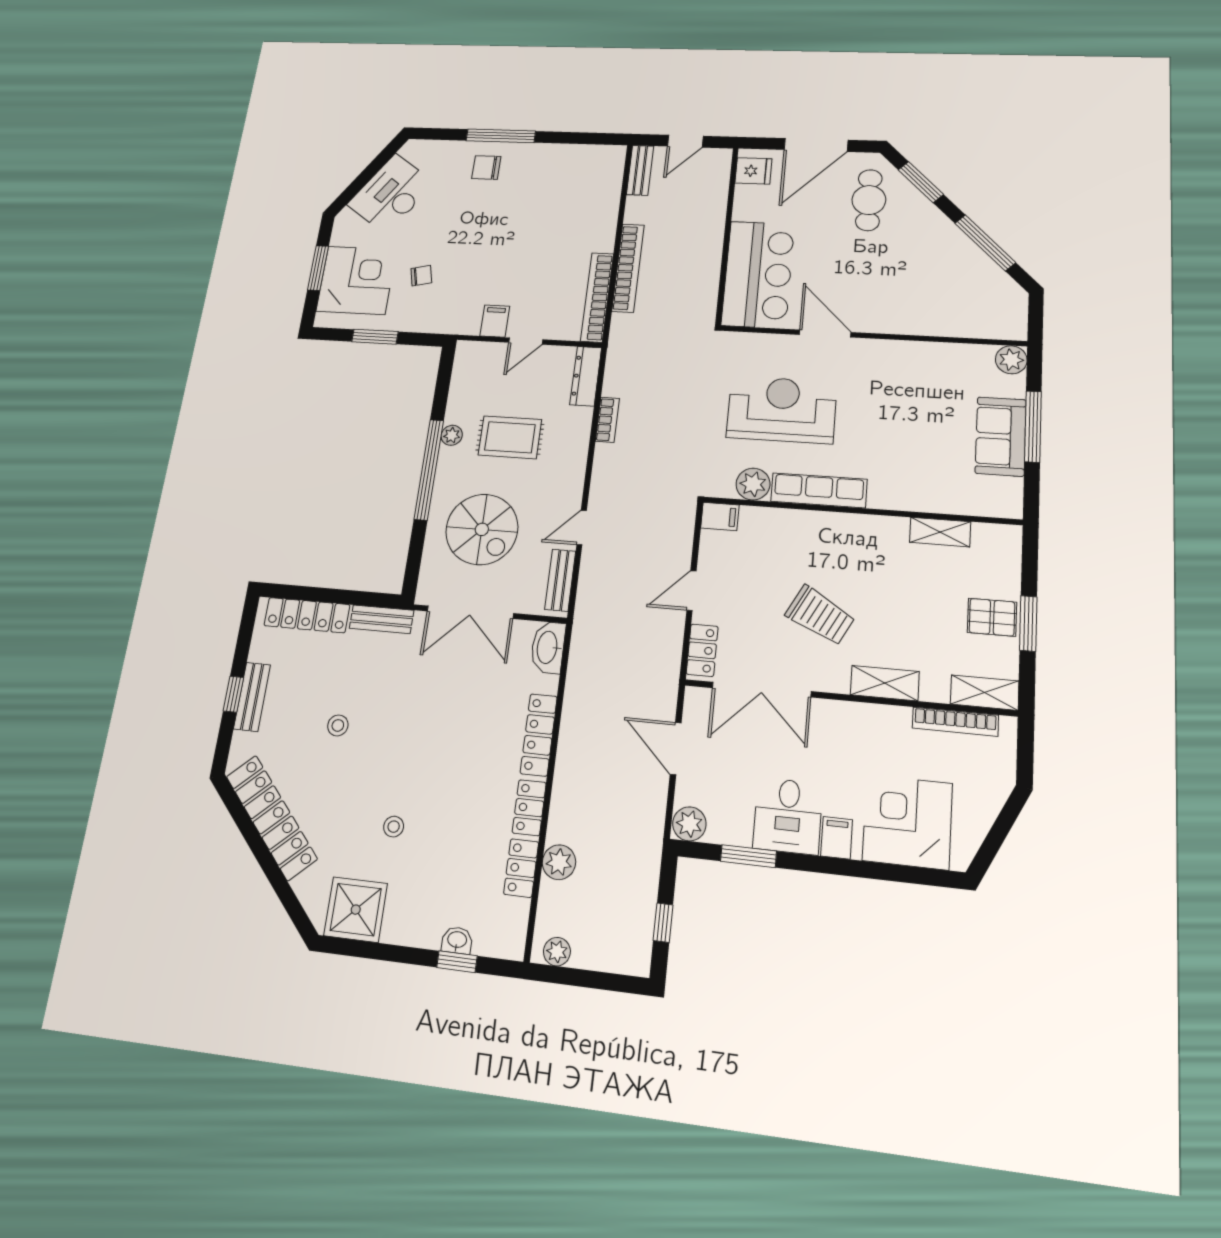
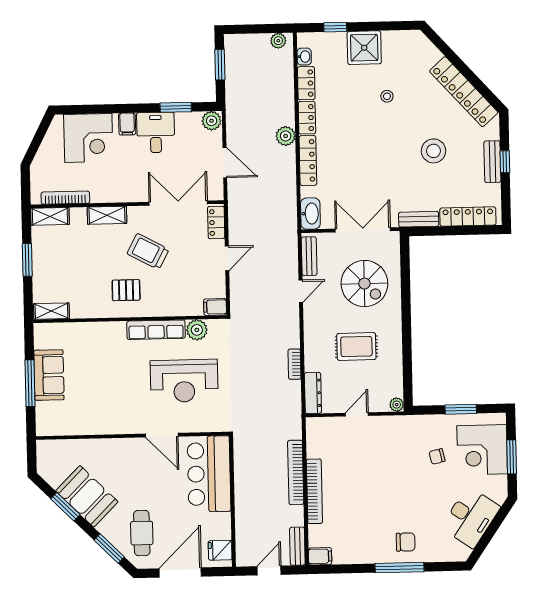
window: (985, 243) -> (65, 507), width x0.69
booth: (950, 255) -> (87, 496), added
bookcase: (597, 297) -> (314, 491), moved
filing cabinet: (495, 321) -> (320, 556), moved, turned -90
plant: (1011, 360) -> (45, 426), removed
plant: (452, 435) -> (397, 405), moved
window: (429, 470) -> (406, 320), removed
spiral stairs: (482, 529) -> (364, 284), turned 180
shelving: (940, 532) -> (51, 311), moved
pallet: (992, 617) -> (126, 290), moved
stool: (338, 725) -> (434, 151), width x1.89, depth x1.89
plant: (559, 862) -> (286, 136), moved
shower: (356, 910) -> (364, 48), moved
window: (663, 923) -> (220, 65), width x1.50
washbasin: (457, 940) -> (304, 57), moved, turned -90

